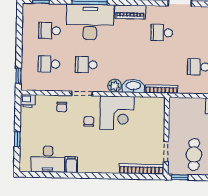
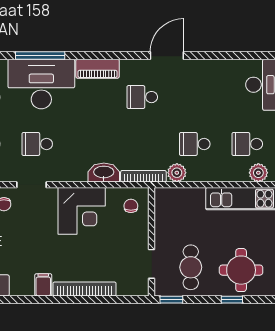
plant: (115, 86) -> (177, 173), moved
chair: (89, 121) -> (131, 206), moved
filing cabinet: (71, 165) -> (43, 285), moved
bookcase: (141, 169) -> (84, 289), moved

